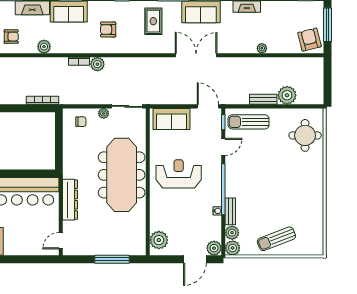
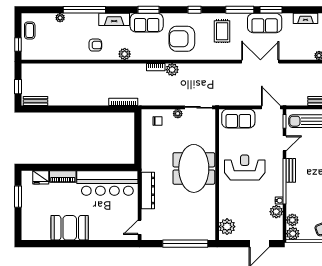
armchair: (108, 29) -> (182, 39), width x1.88, depth x1.88
meeting table: (122, 175) -> (194, 168), width x0.73
bench: (230, 211) -> (291, 170), moved
plant: (214, 248) -> (276, 212), moved
window: (112, 259) -> (185, 244), width x1.46

